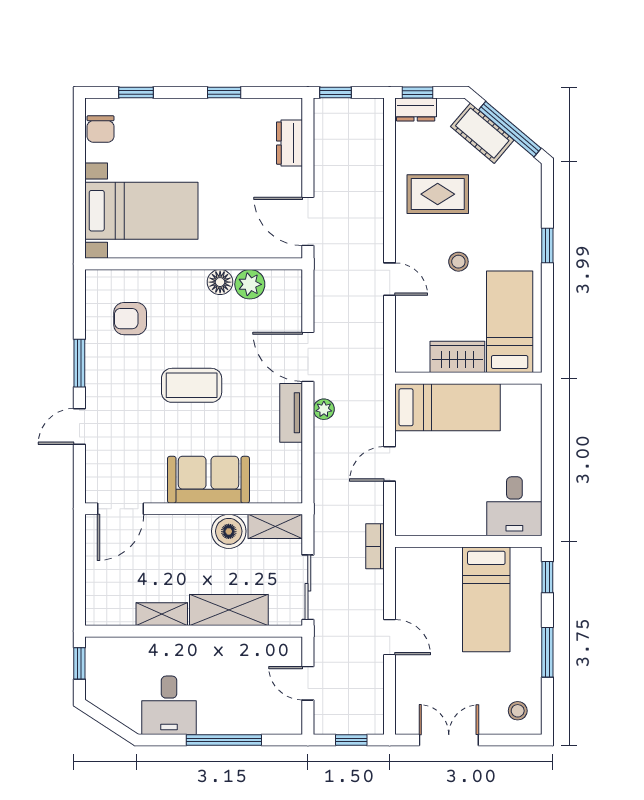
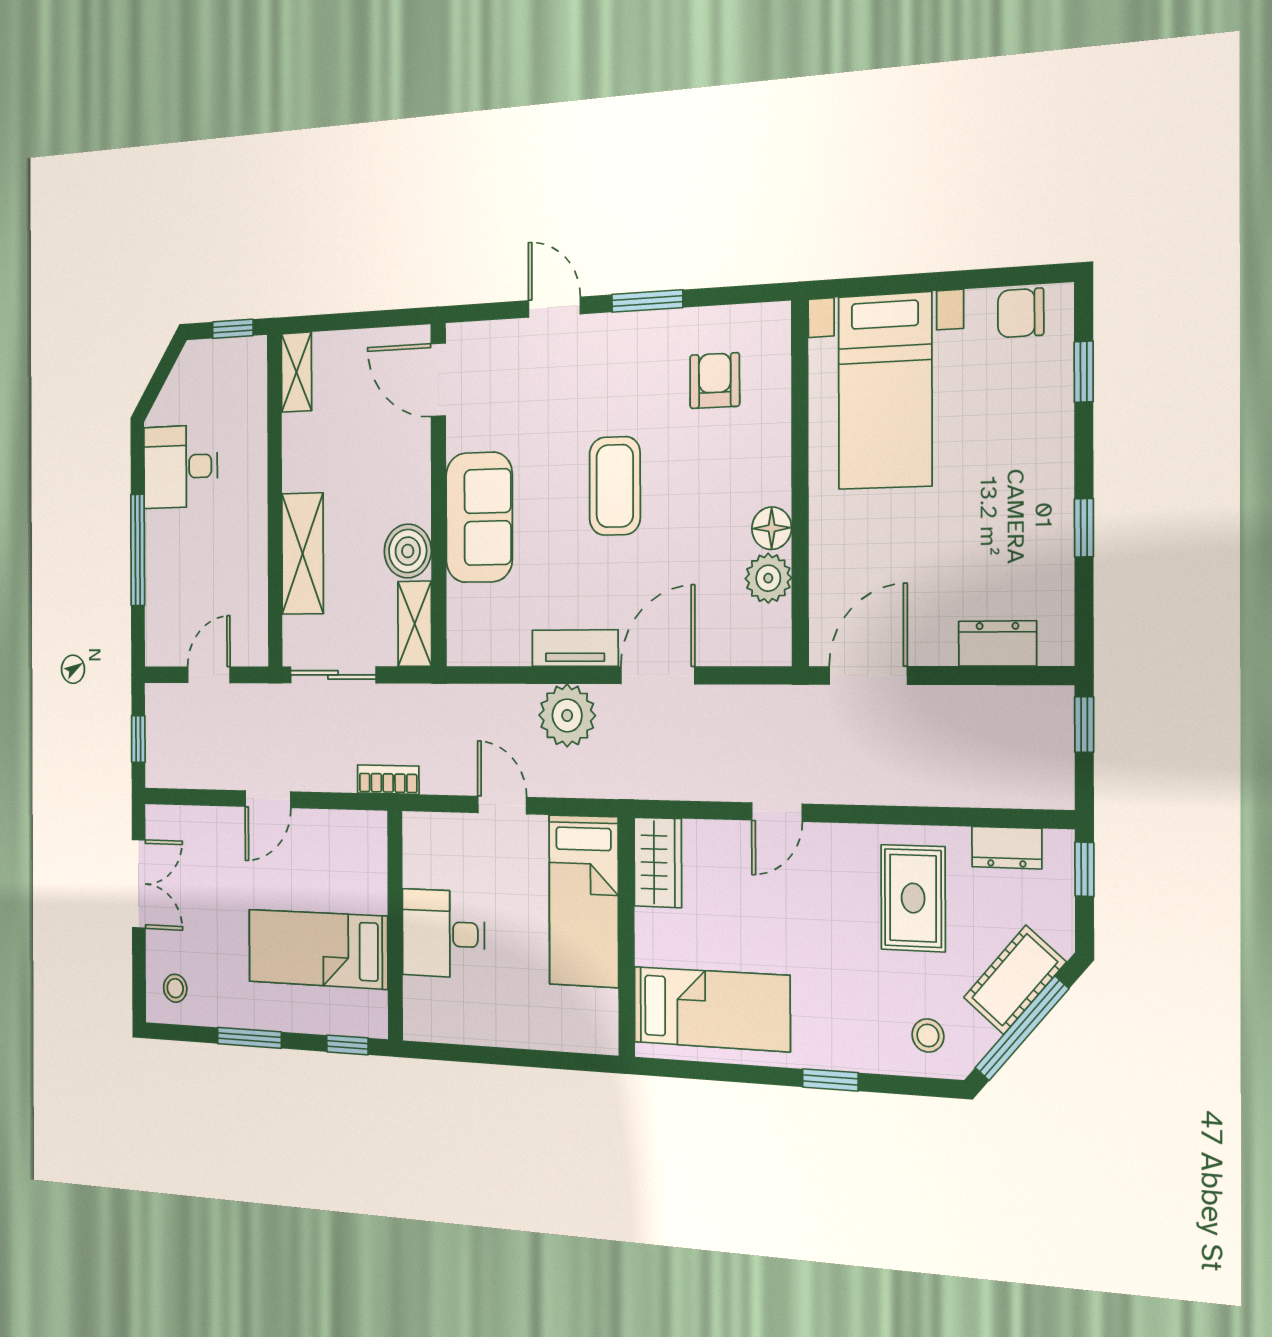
dresser: (416, 110) -> (1007, 848), moved, turned -90
stool: (458, 262) -> (928, 1036), moved
wardrobe: (457, 357) -> (658, 862), moved
plant: (324, 409) -> (567, 715), width x1.87, depth x1.87
desk: (514, 506) -> (443, 934), moved
shelving: (162, 614) -> (296, 372), moved

